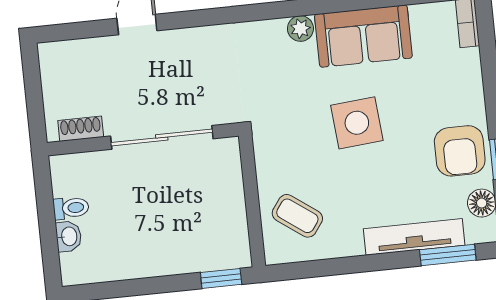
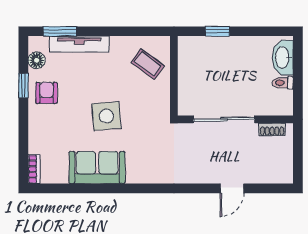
plant: (300, 29) -> (134, 176), removed
armchair: (460, 151) -> (47, 93), width x0.72, depth x0.72
washbasin: (69, 236) -> (283, 58), width x1.91, depth x1.45
window: (221, 278) -> (217, 31), moved

